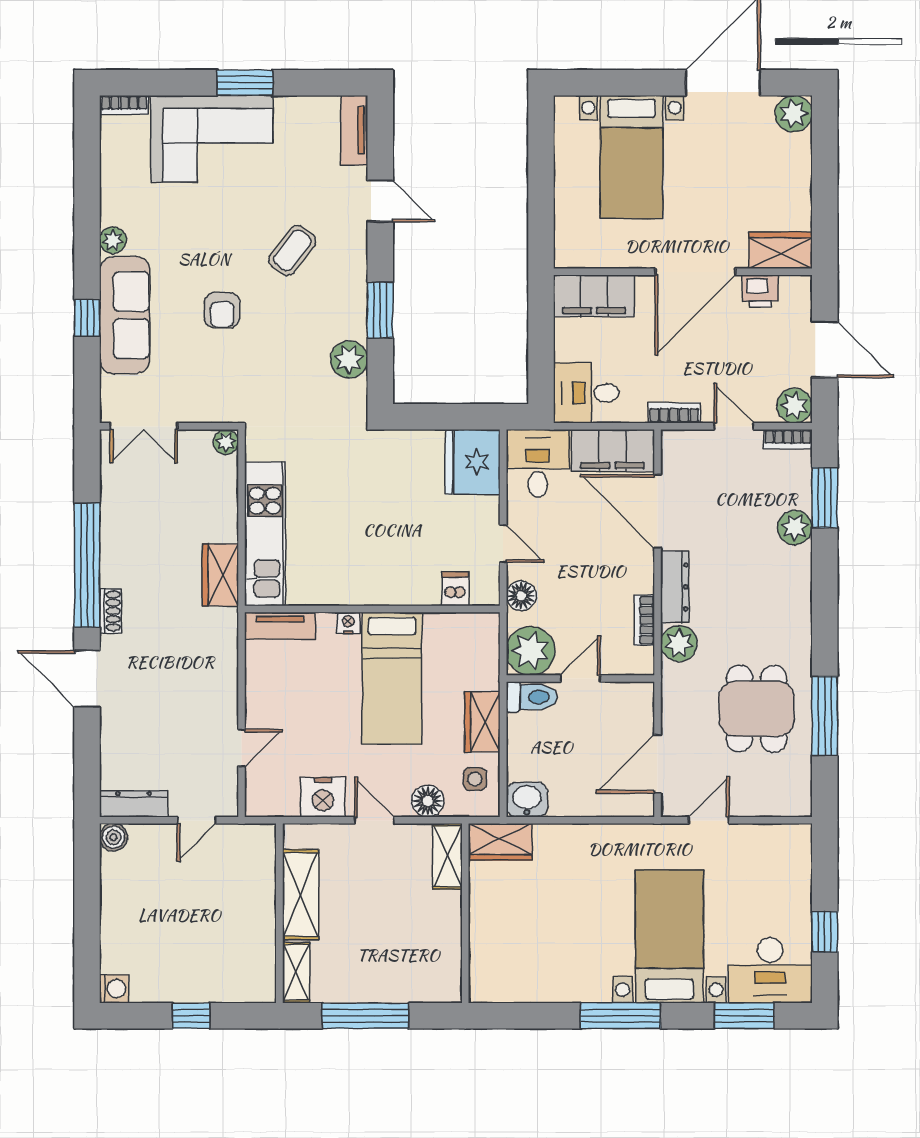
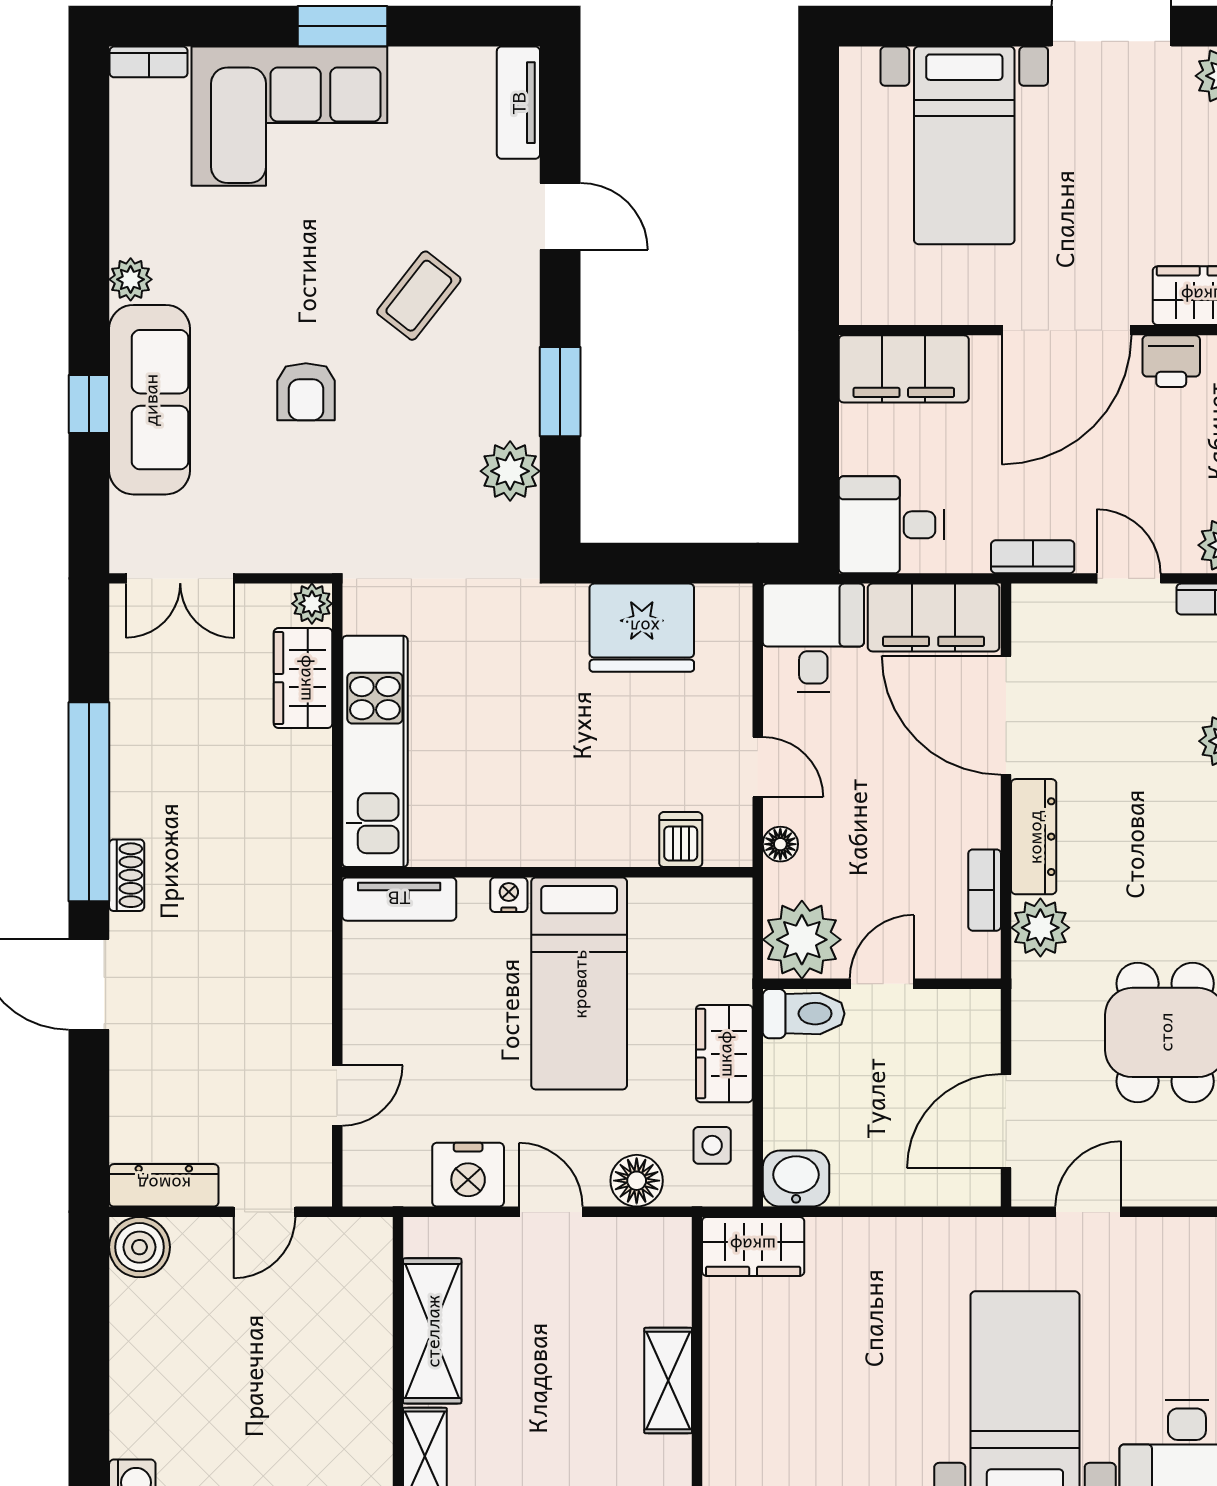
fridge: (473, 462) -> (642, 628), moved, turned -90
wardrobe: (220, 575) -> (303, 678), moved
floor lamp: (521, 596) -> (780, 844), width x0.73, depth x0.73
boiler: (114, 837) -> (140, 1247), width x1.36, depth x1.36
shelving: (447, 856) -> (668, 1381), moved

